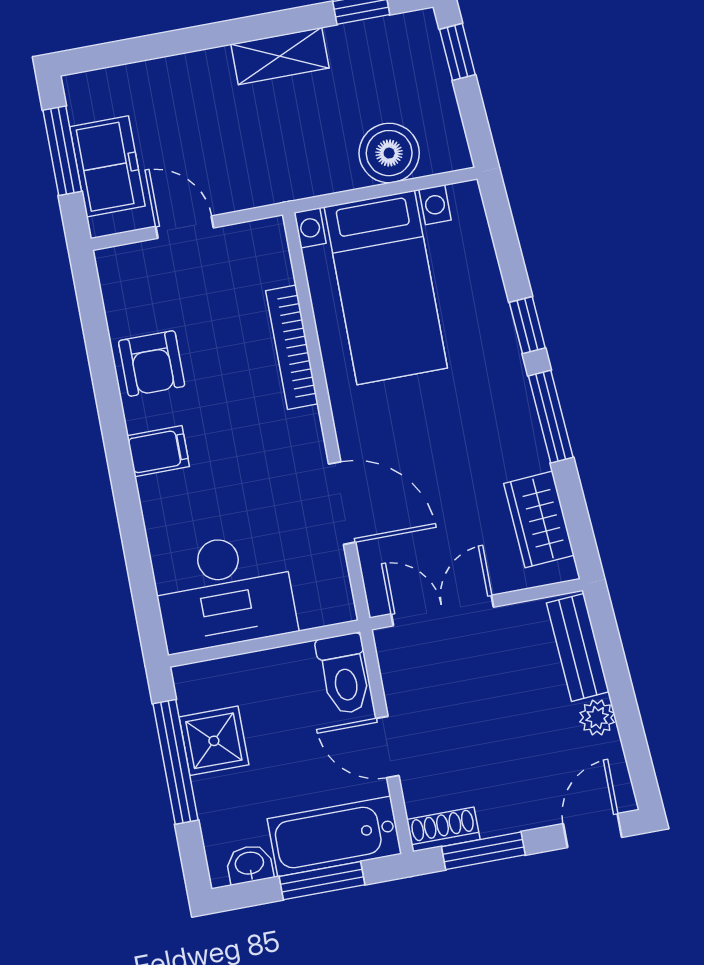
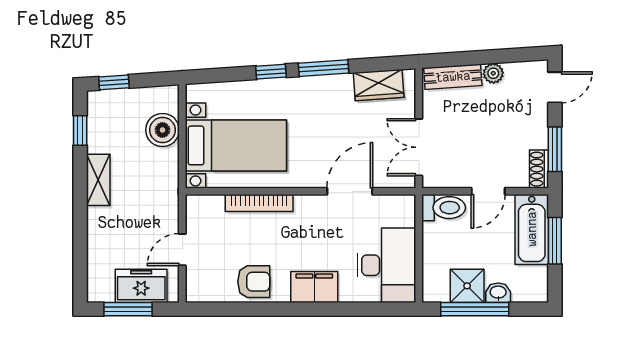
filing cabinet: (158, 451) -> (314, 287), width x2.00
door: (592, 831) -> (555, 87), swing flipped
washbasin: (250, 864) -> (498, 293), moved, turned 90

